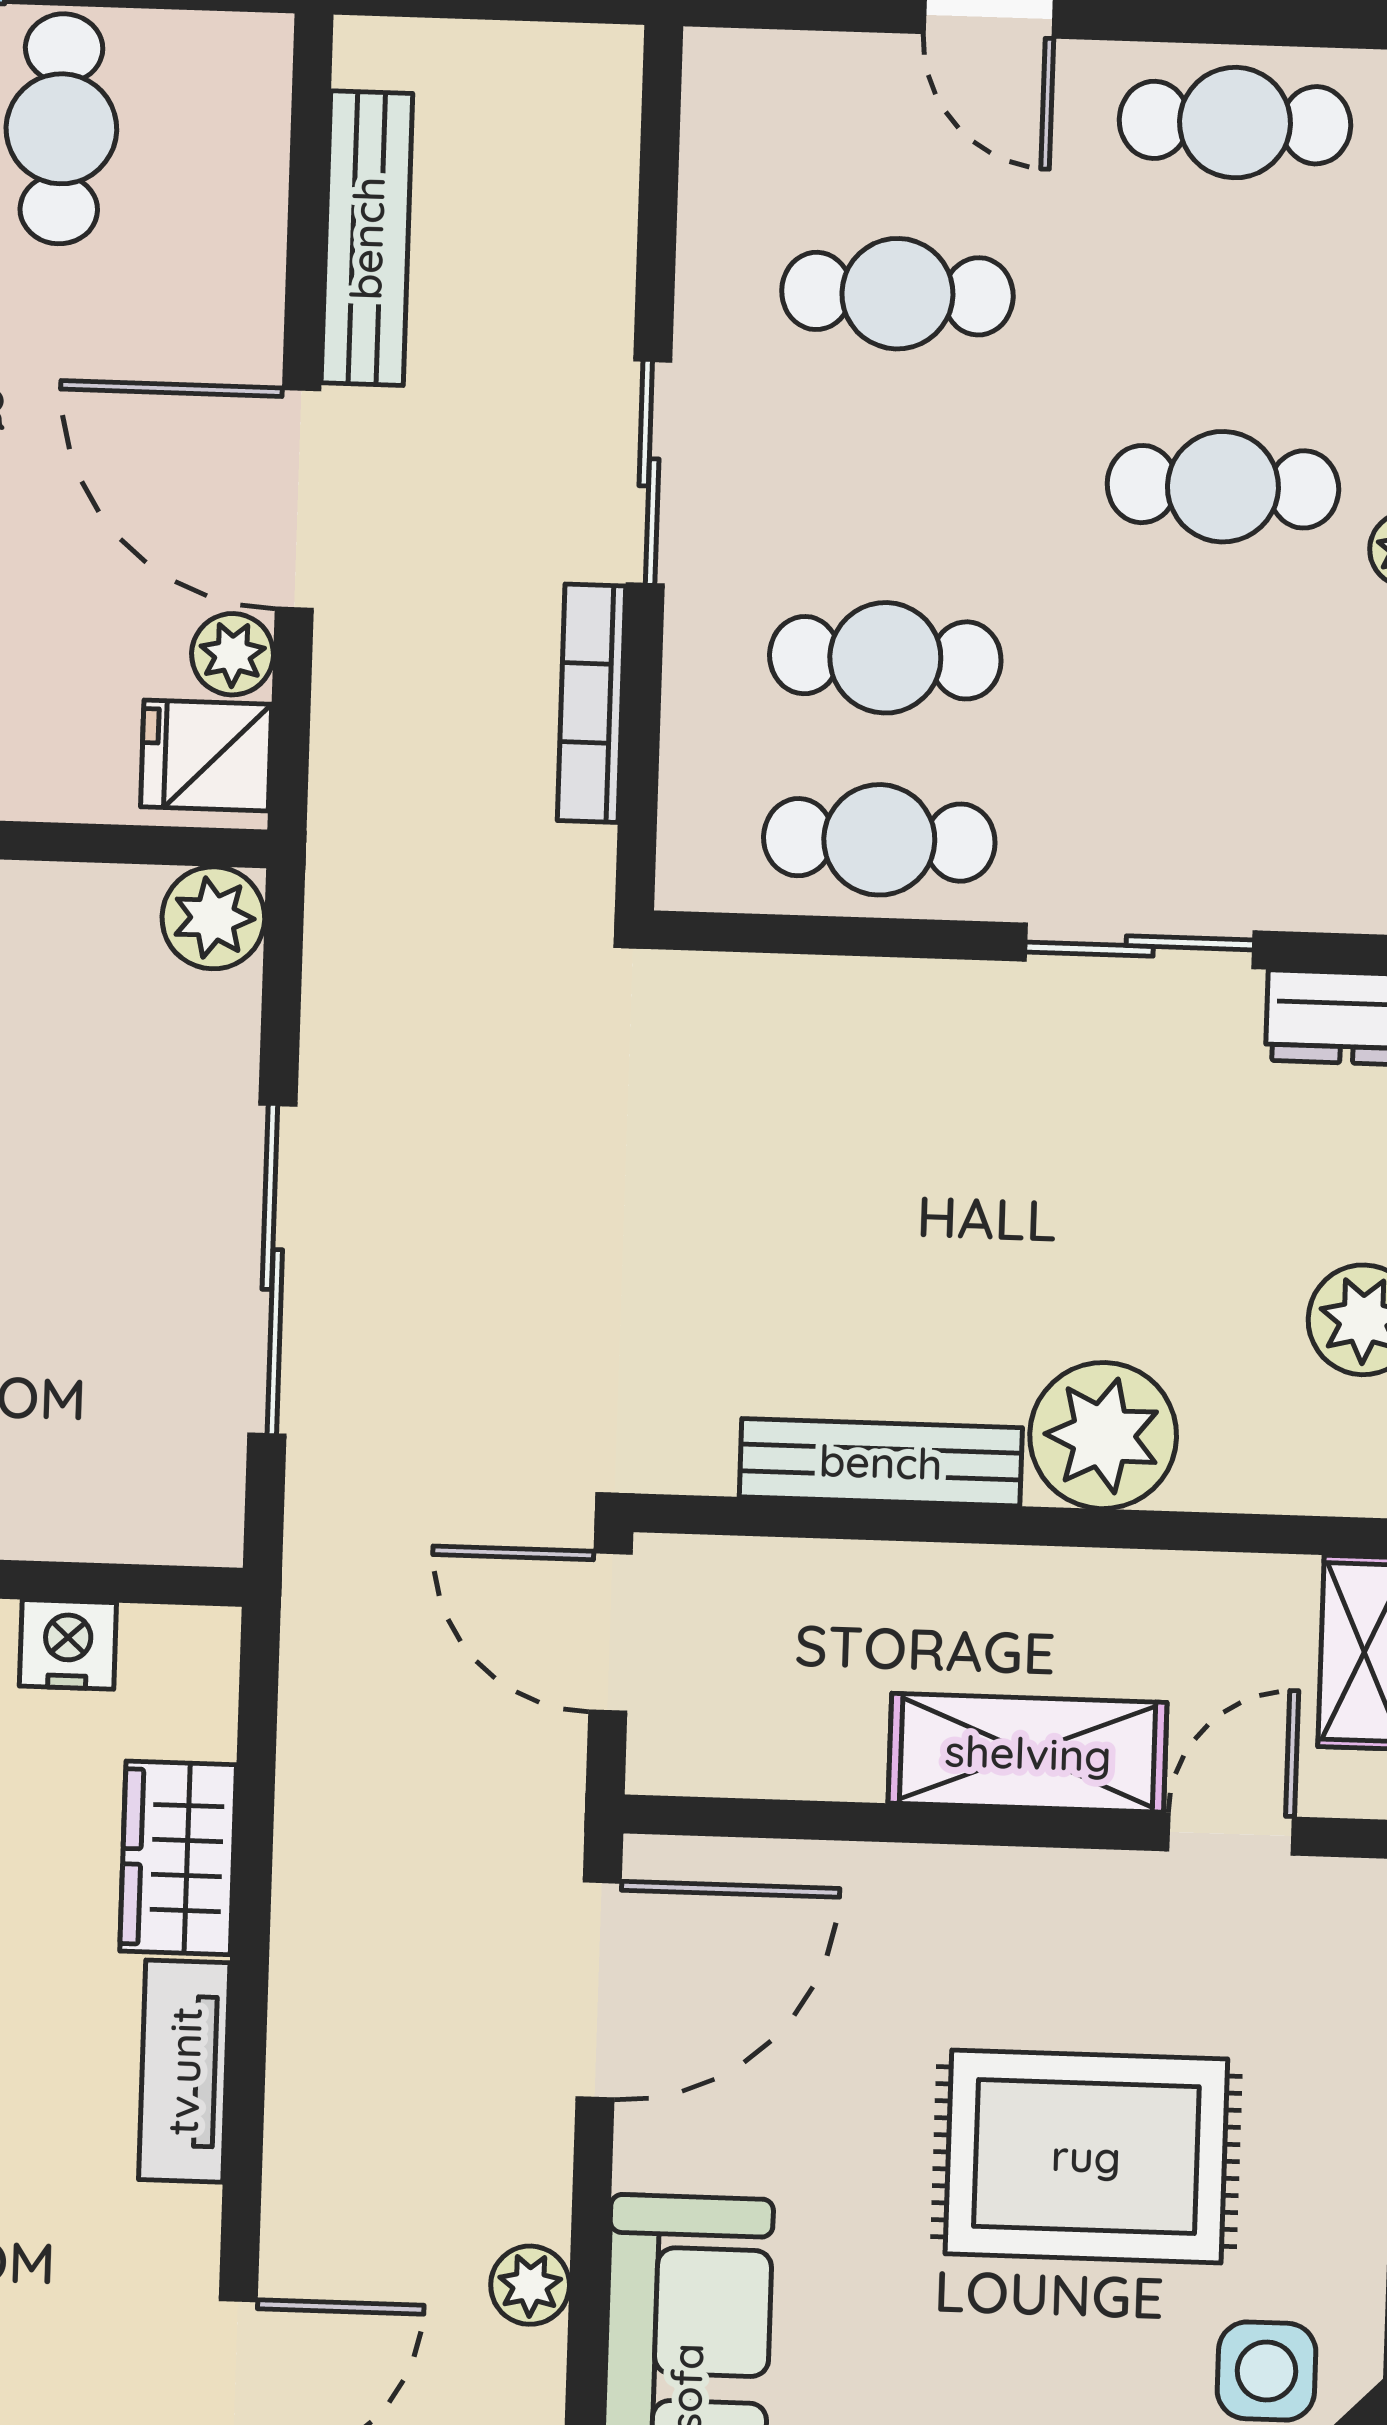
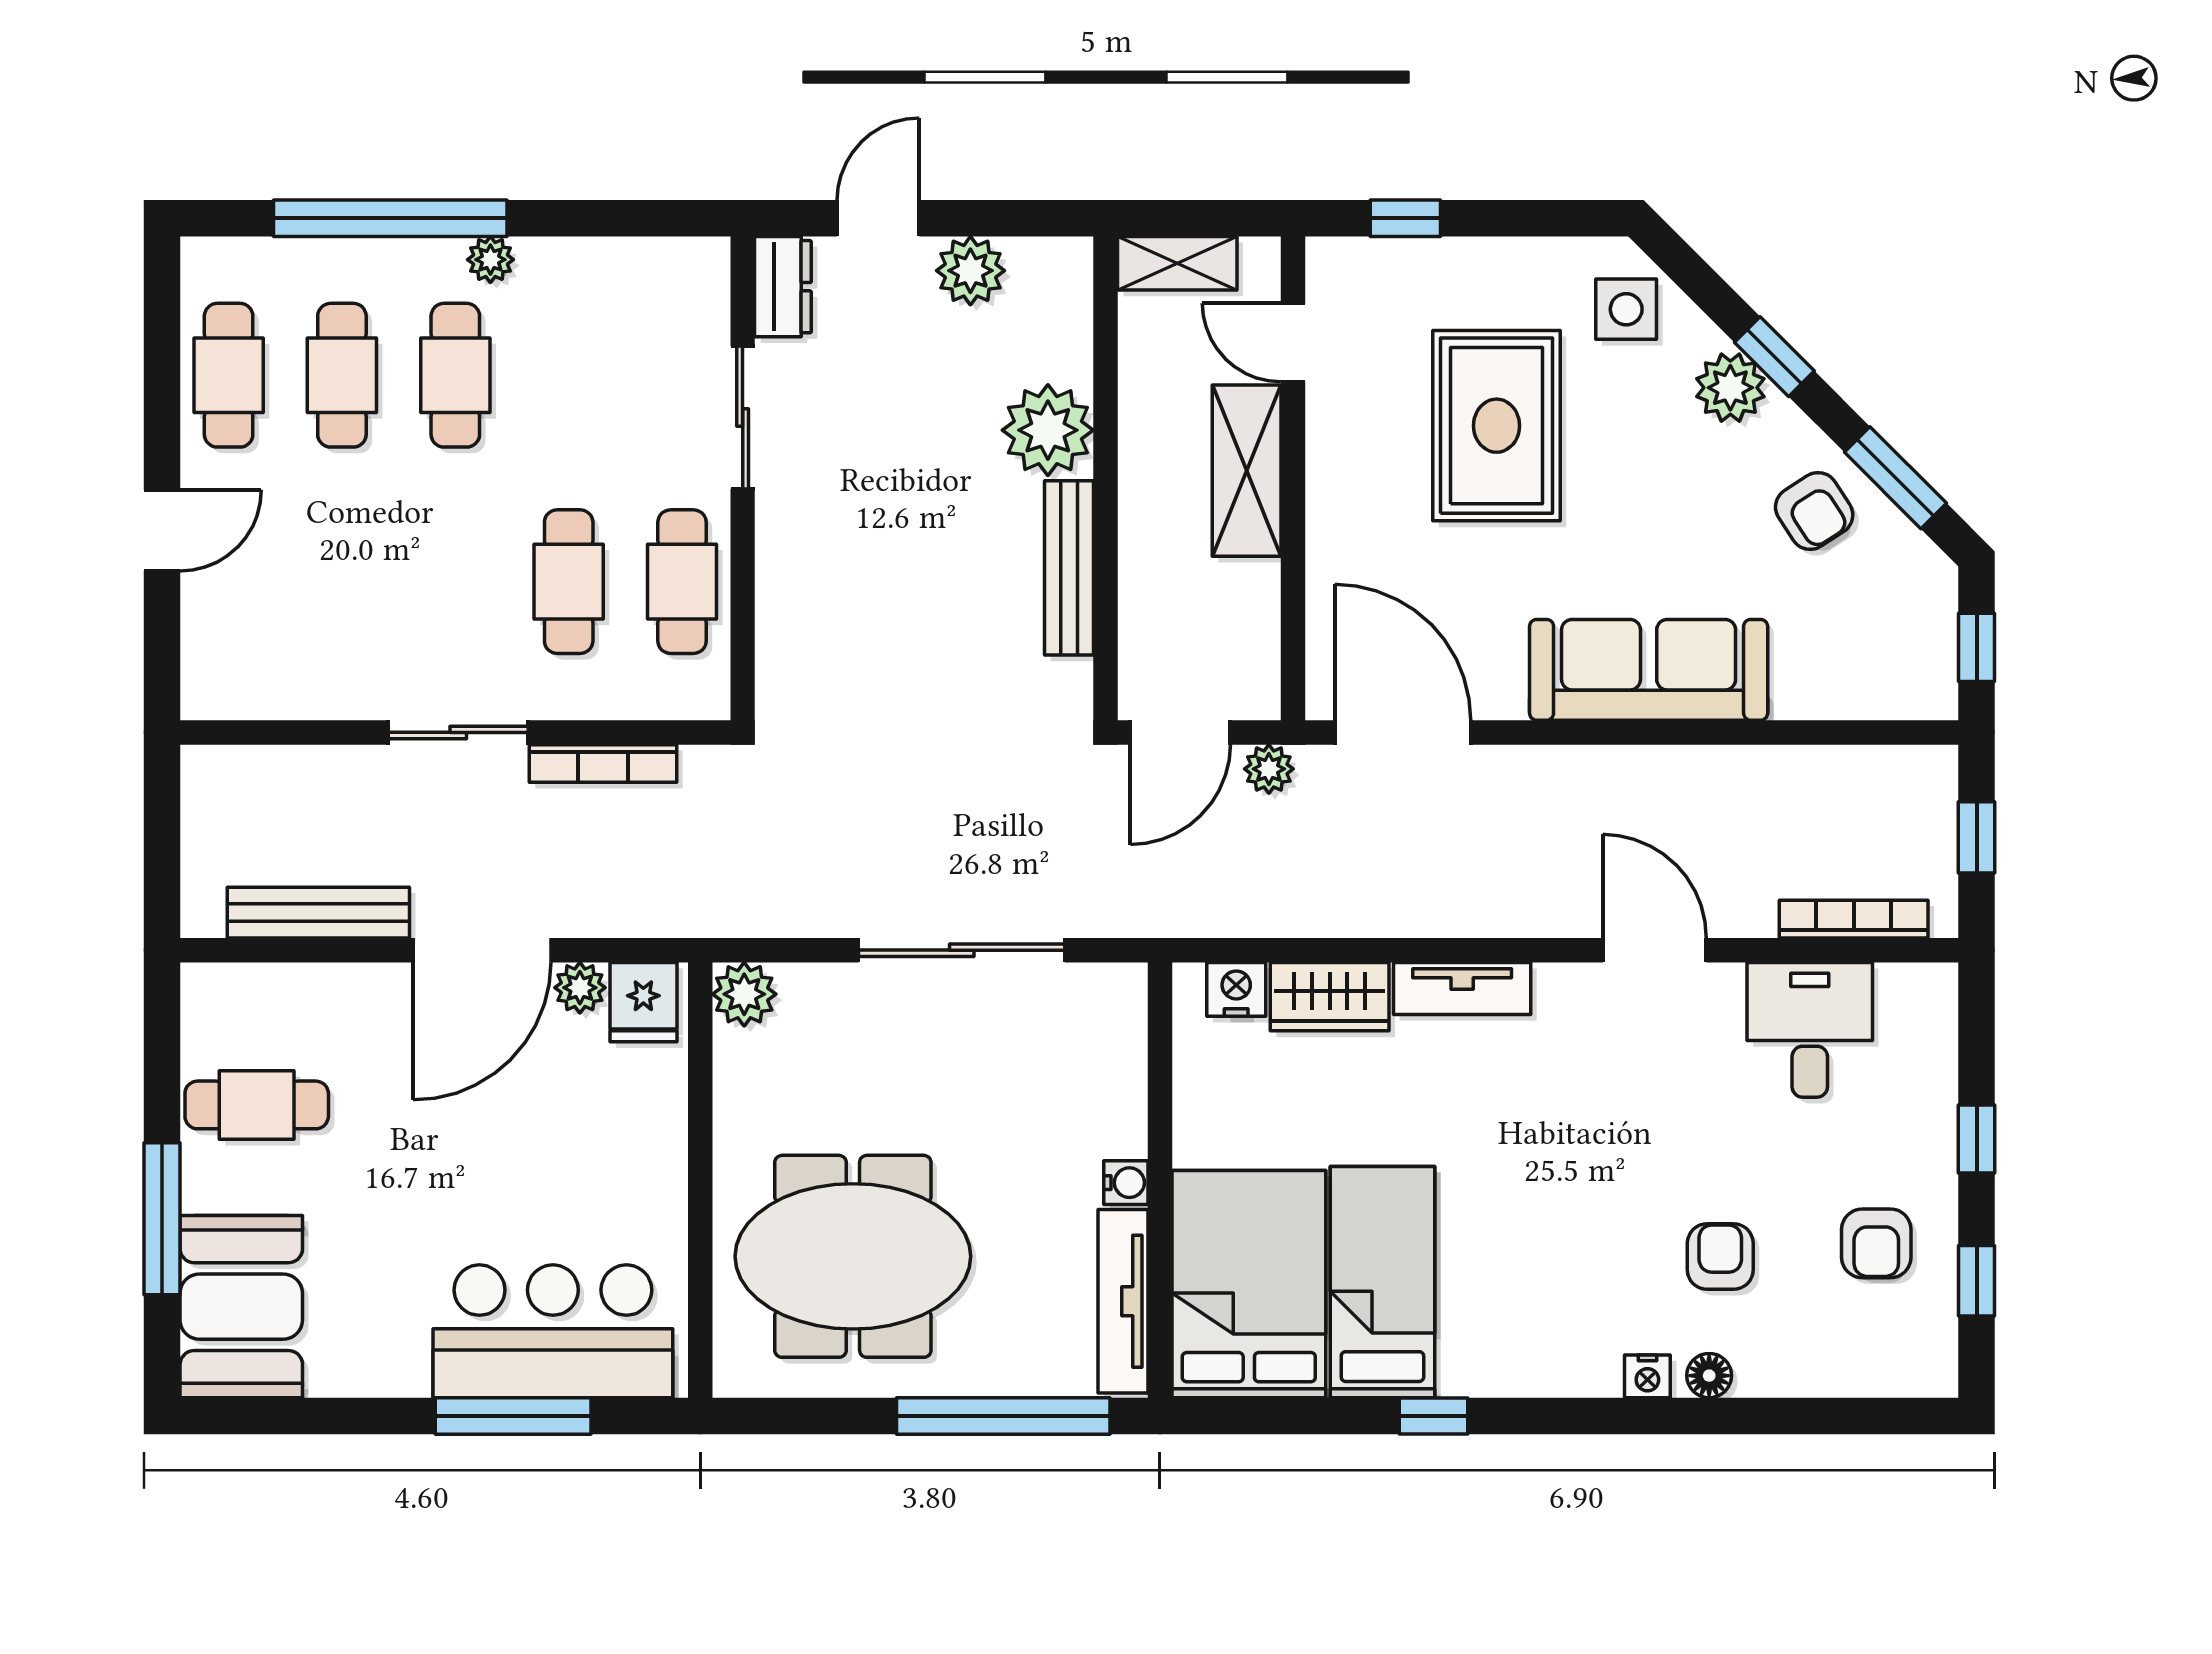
cafe table: (897, 294) -> (342, 375), moved
nightstand: (68, 1644) -> (1236, 989), moved, turned 90
plant: (530, 2285) -> (1269, 769), moved

